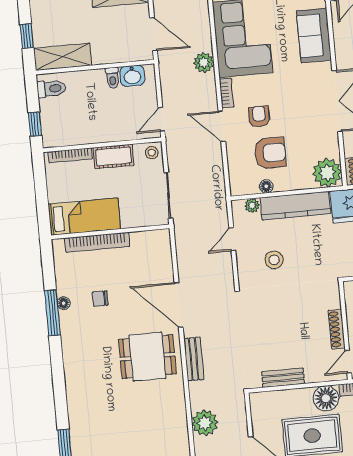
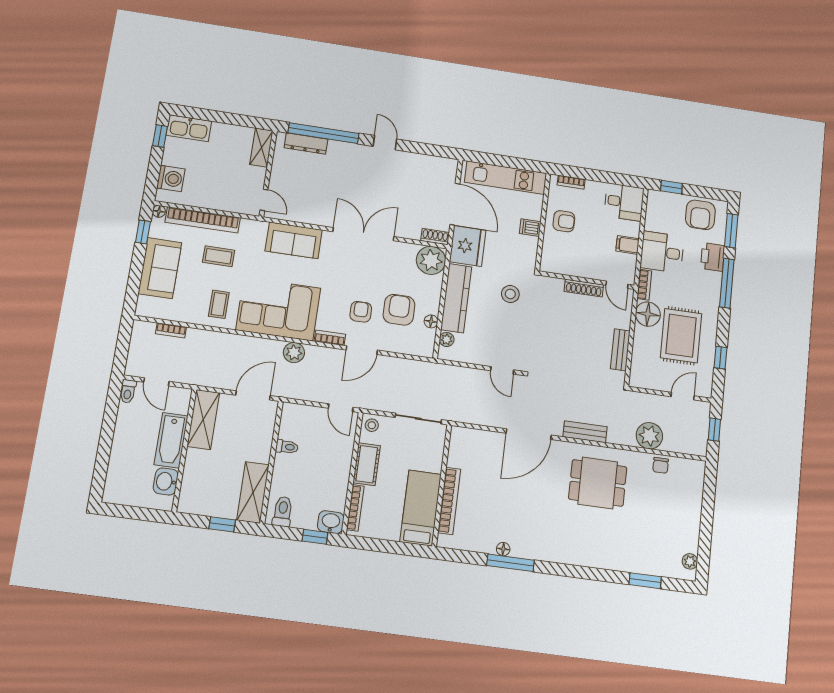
washbasin: (132, 76) -> (331, 522), moved, turned -90
armchair: (259, 117) -> (361, 312), turned 90
door: (232, 239) -> (502, 370), moved
stool: (274, 260) -> (510, 294), moved
chair: (100, 299) -> (661, 465), moved
dining table: (147, 357) -> (598, 483), moved, turned 90

